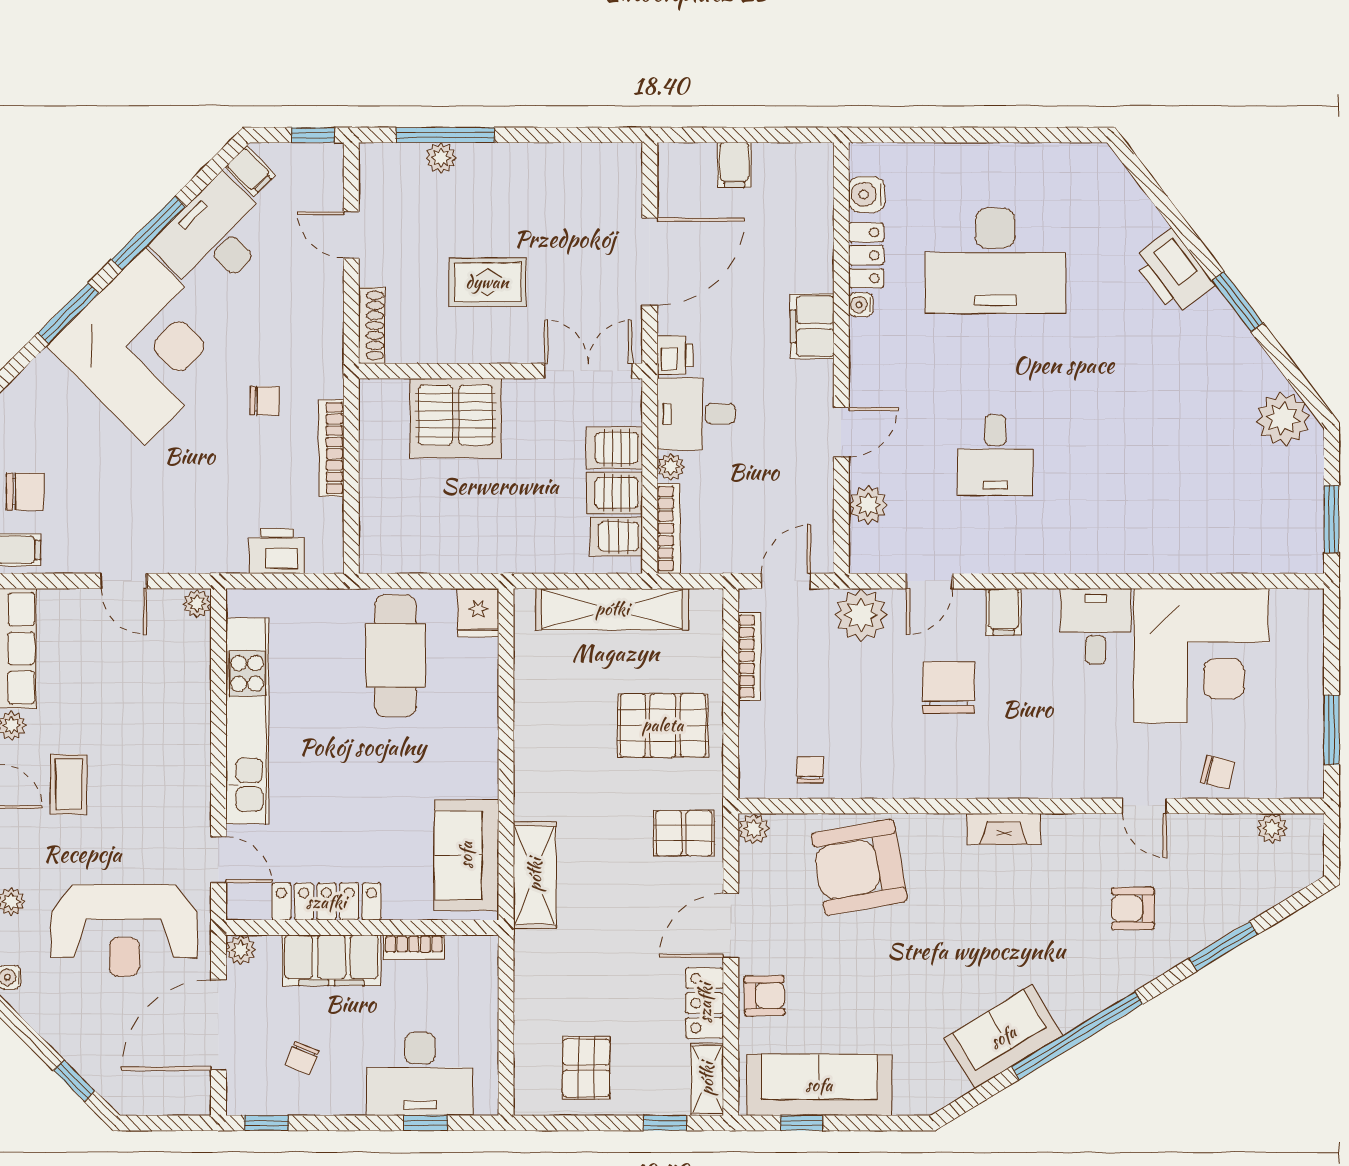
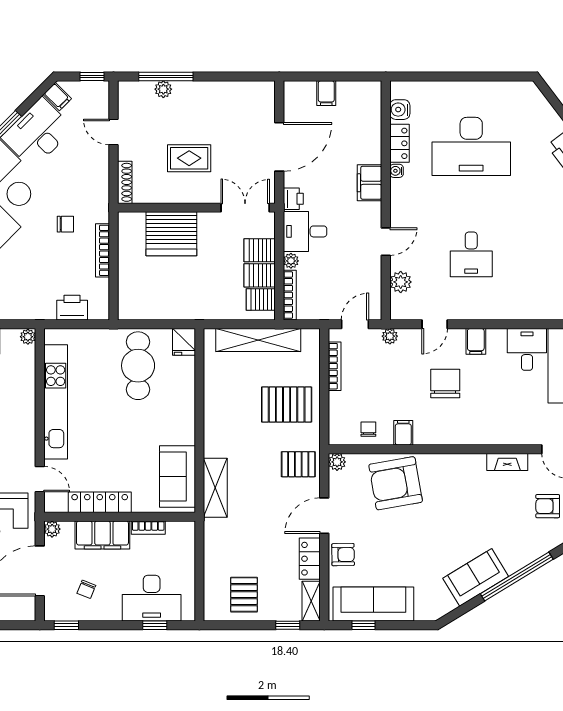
plant: (861, 615) -> (390, 336), width x0.53, depth x0.53
filing cabinet: (873, 776) -> (403, 433), added
fireplace: (1004, 829) -> (507, 462), moved

